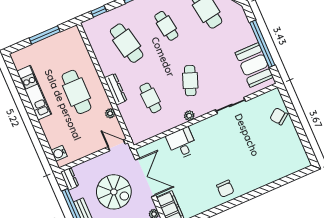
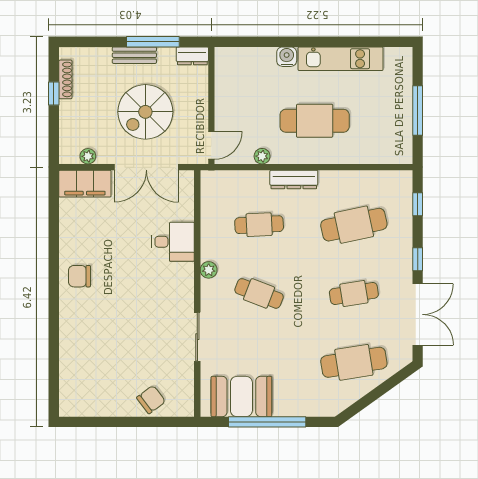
water cooler: (59, 153) -> (287, 57), moved

